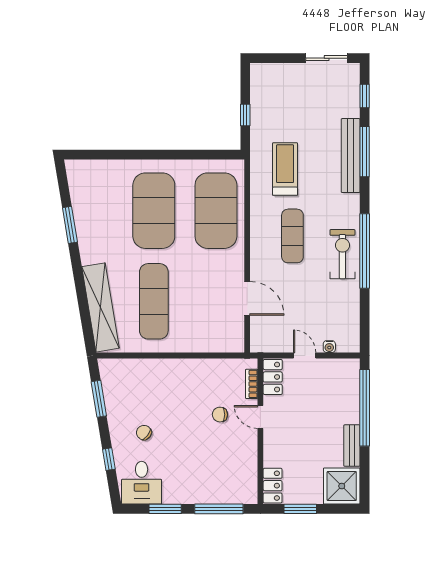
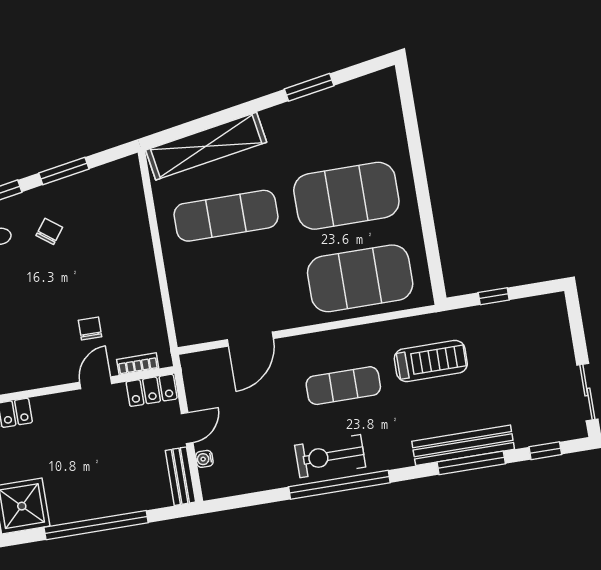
exercise bike: (342, 254) -> (330, 456), turned 180
window: (99, 399) -> (64, 171), moved
window: (365, 408) -> (96, 525), moved
bench: (352, 446) -> (180, 476), moved, turned 90

